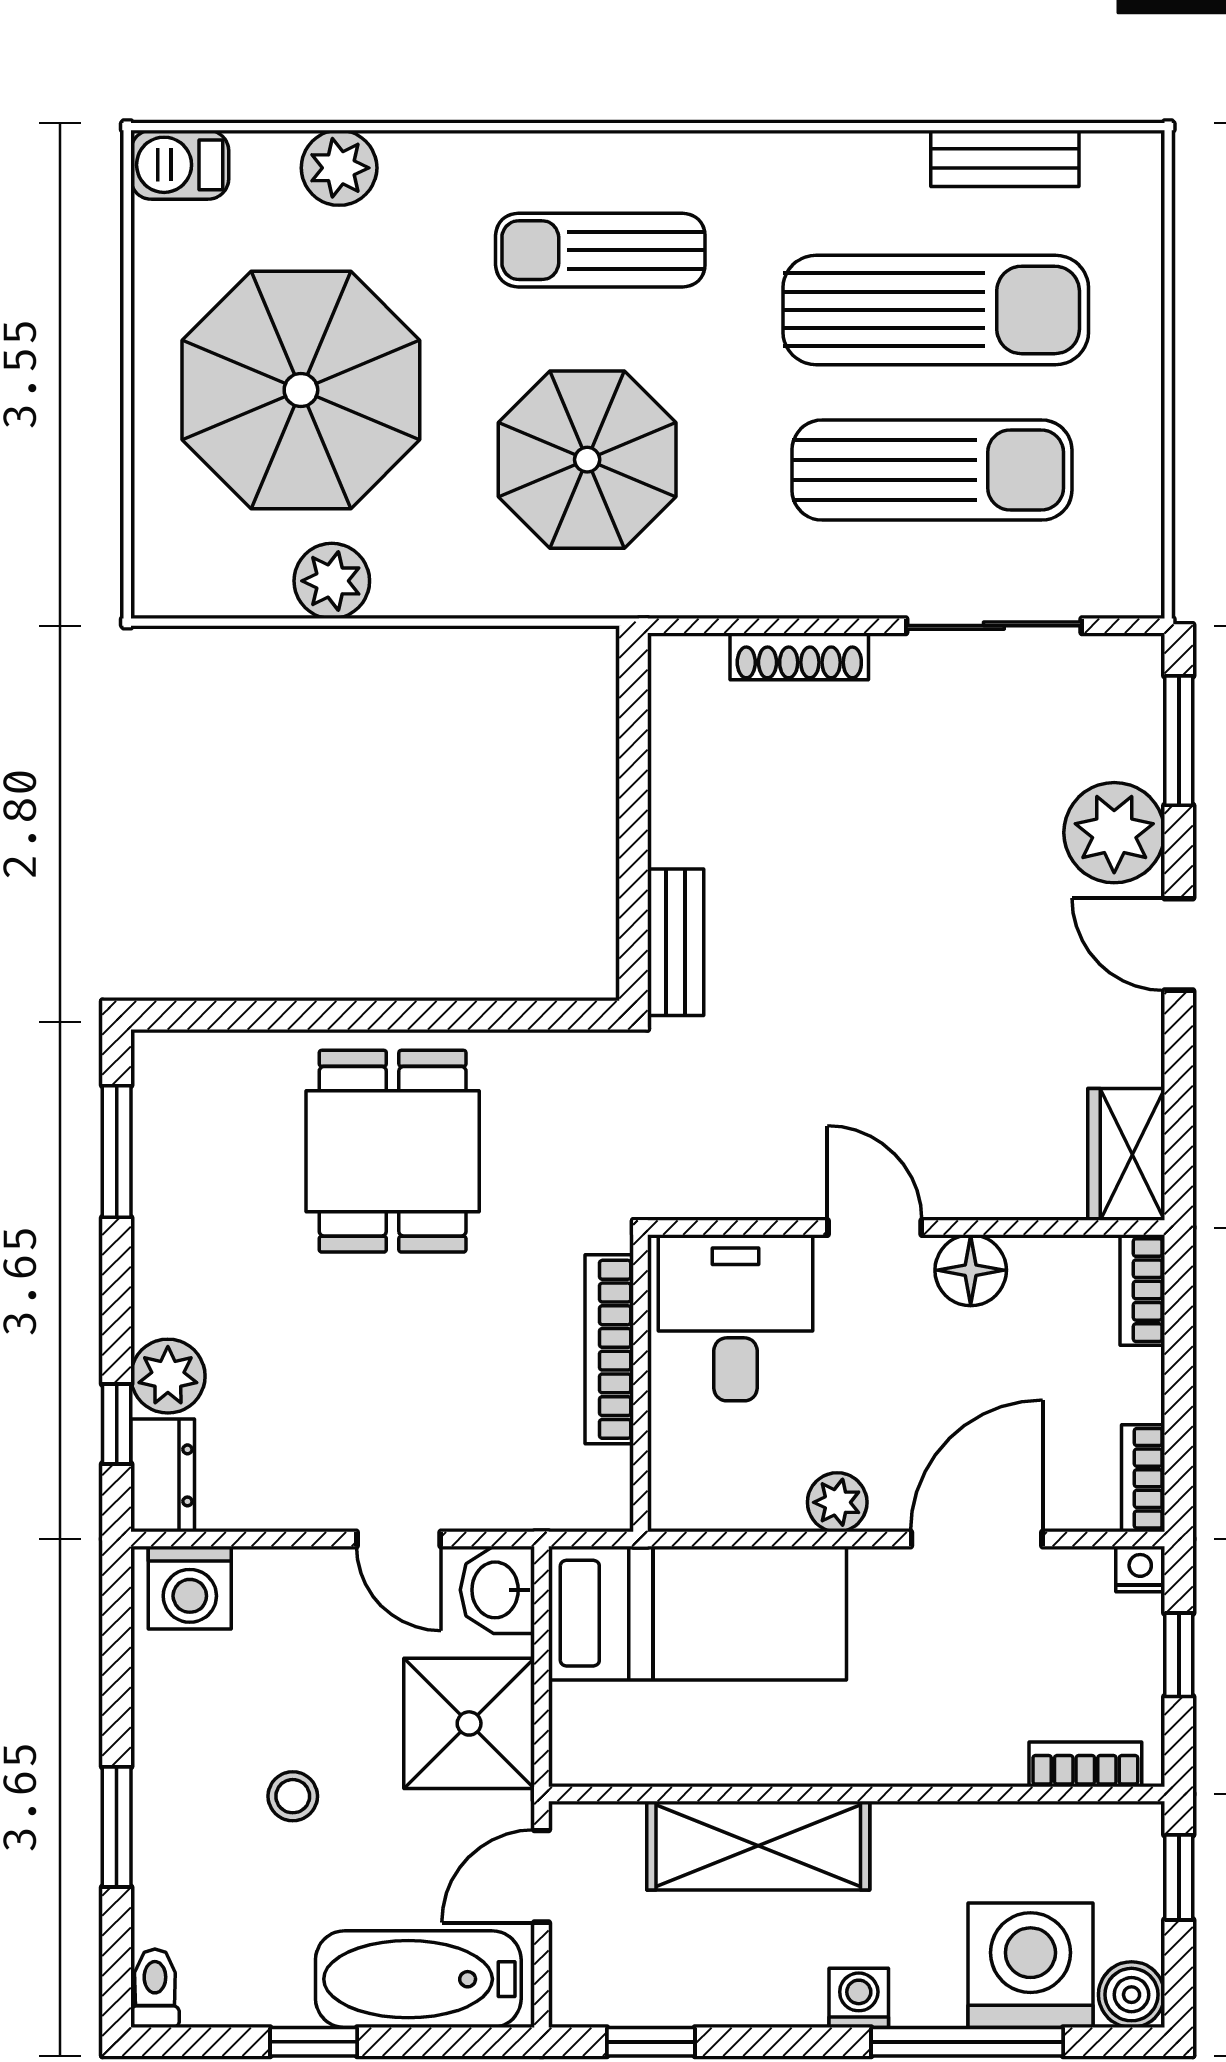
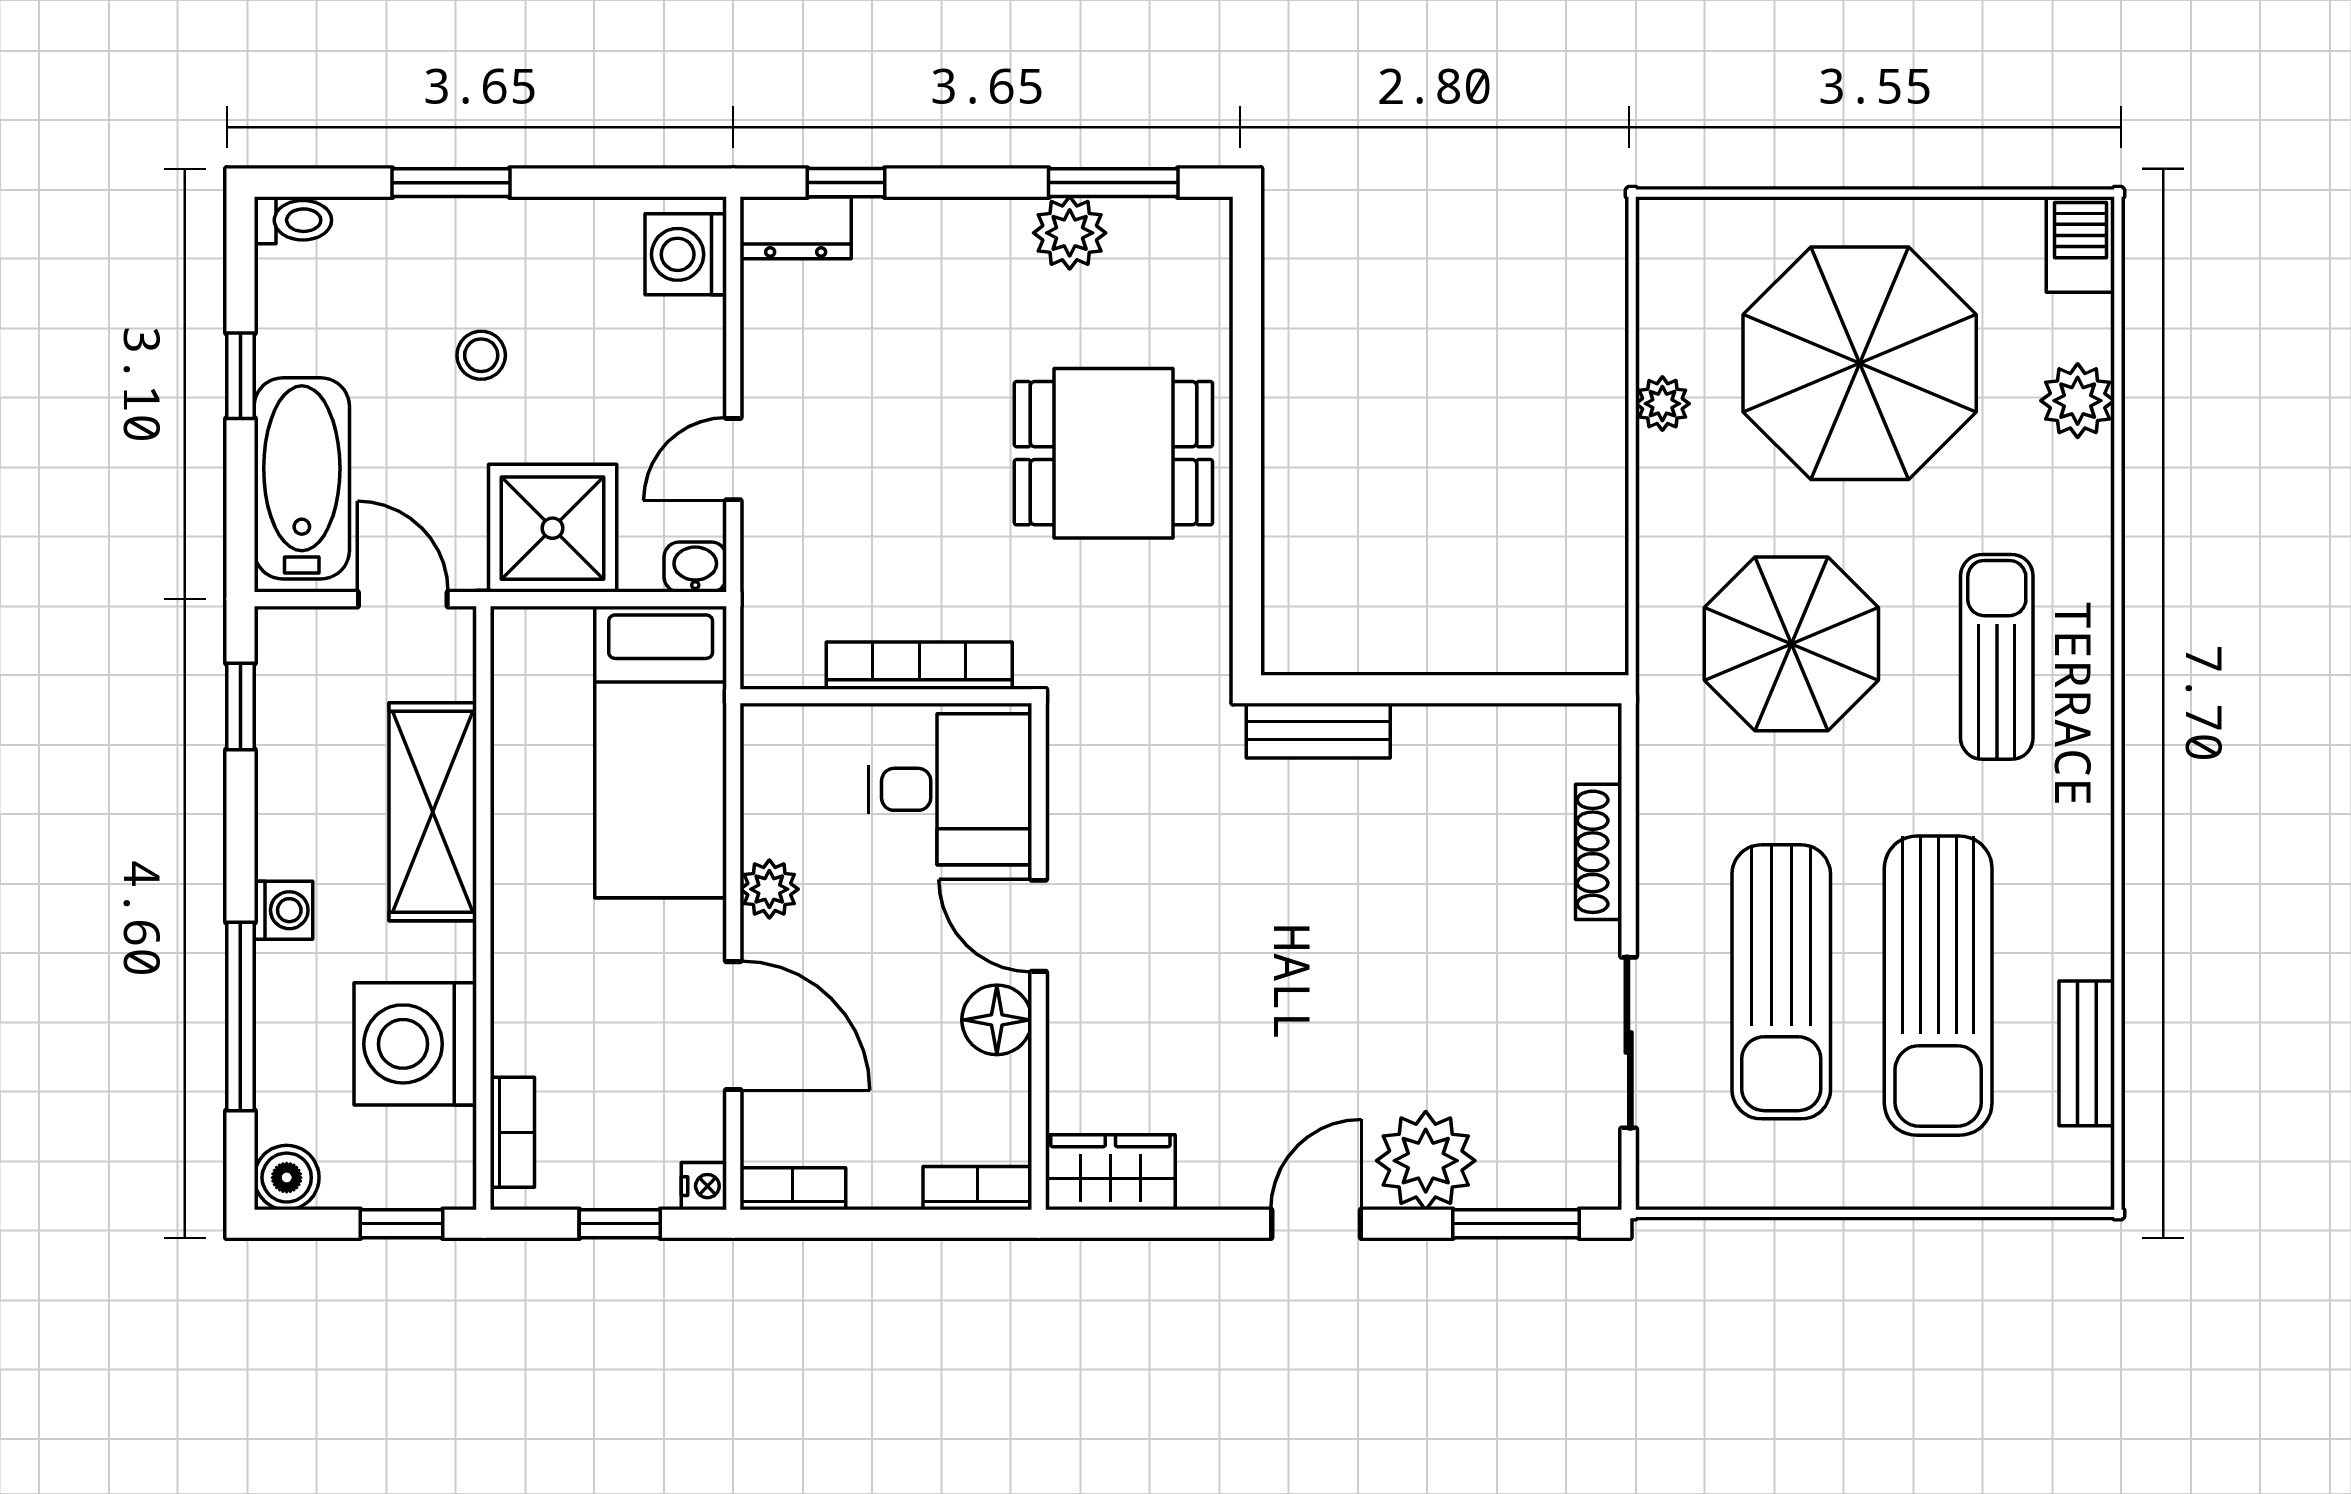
plant: (332, 581) -> (1662, 404), width x0.73, depth x0.73
door: (875, 1228) -> (1039, 926), swing flipped
plant: (168, 1376) -> (1070, 233), moved
washbasin: (497, 1590) -> (695, 567), width x0.72, depth x0.69
washing machine: (1030, 1965) -> (415, 1044), moved, turned 180

